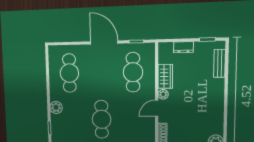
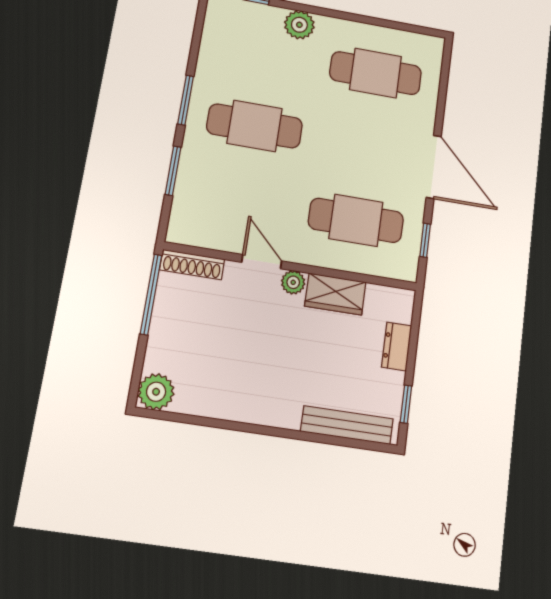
door: (104, 42) -> (434, 167), hinge flipped
bench: (219, 63) -> (347, 425), width x1.36

